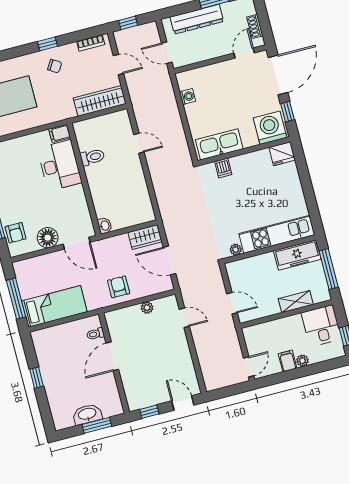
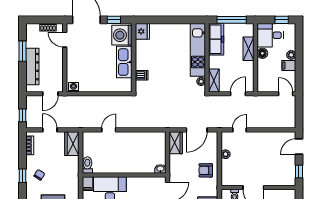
door: (118, 65) -> (50, 130), hinge flipped
washing machine: (188, 96) -> (73, 87), moved
wardrobe: (100, 101) -> (72, 144), width x0.67
kitchen sink: (219, 144) -> (124, 62), moved
toilet: (92, 157) -> (87, 165), moved
shelving: (241, 266) -> (214, 81), added
floor lamp: (295, 322) -> (262, 53), added

